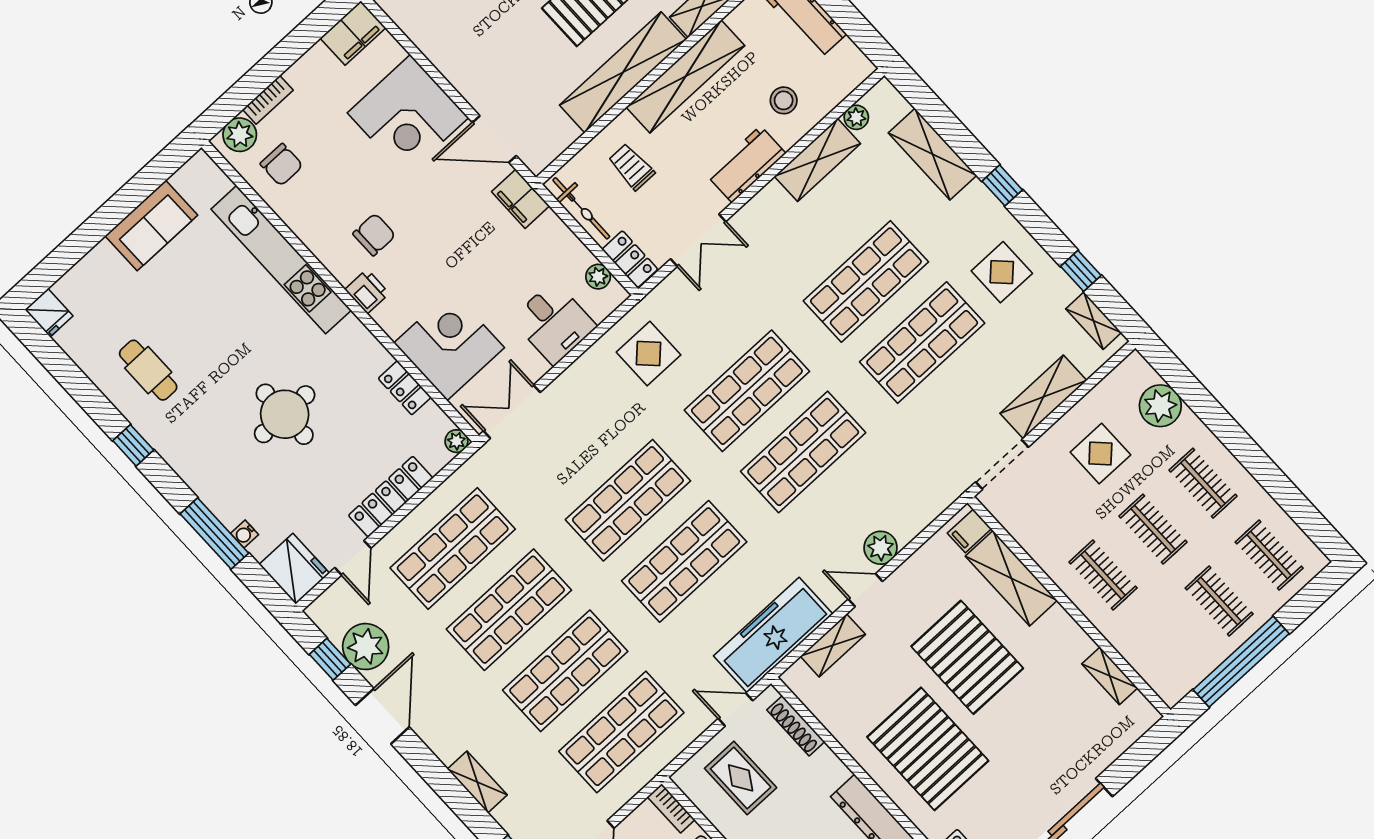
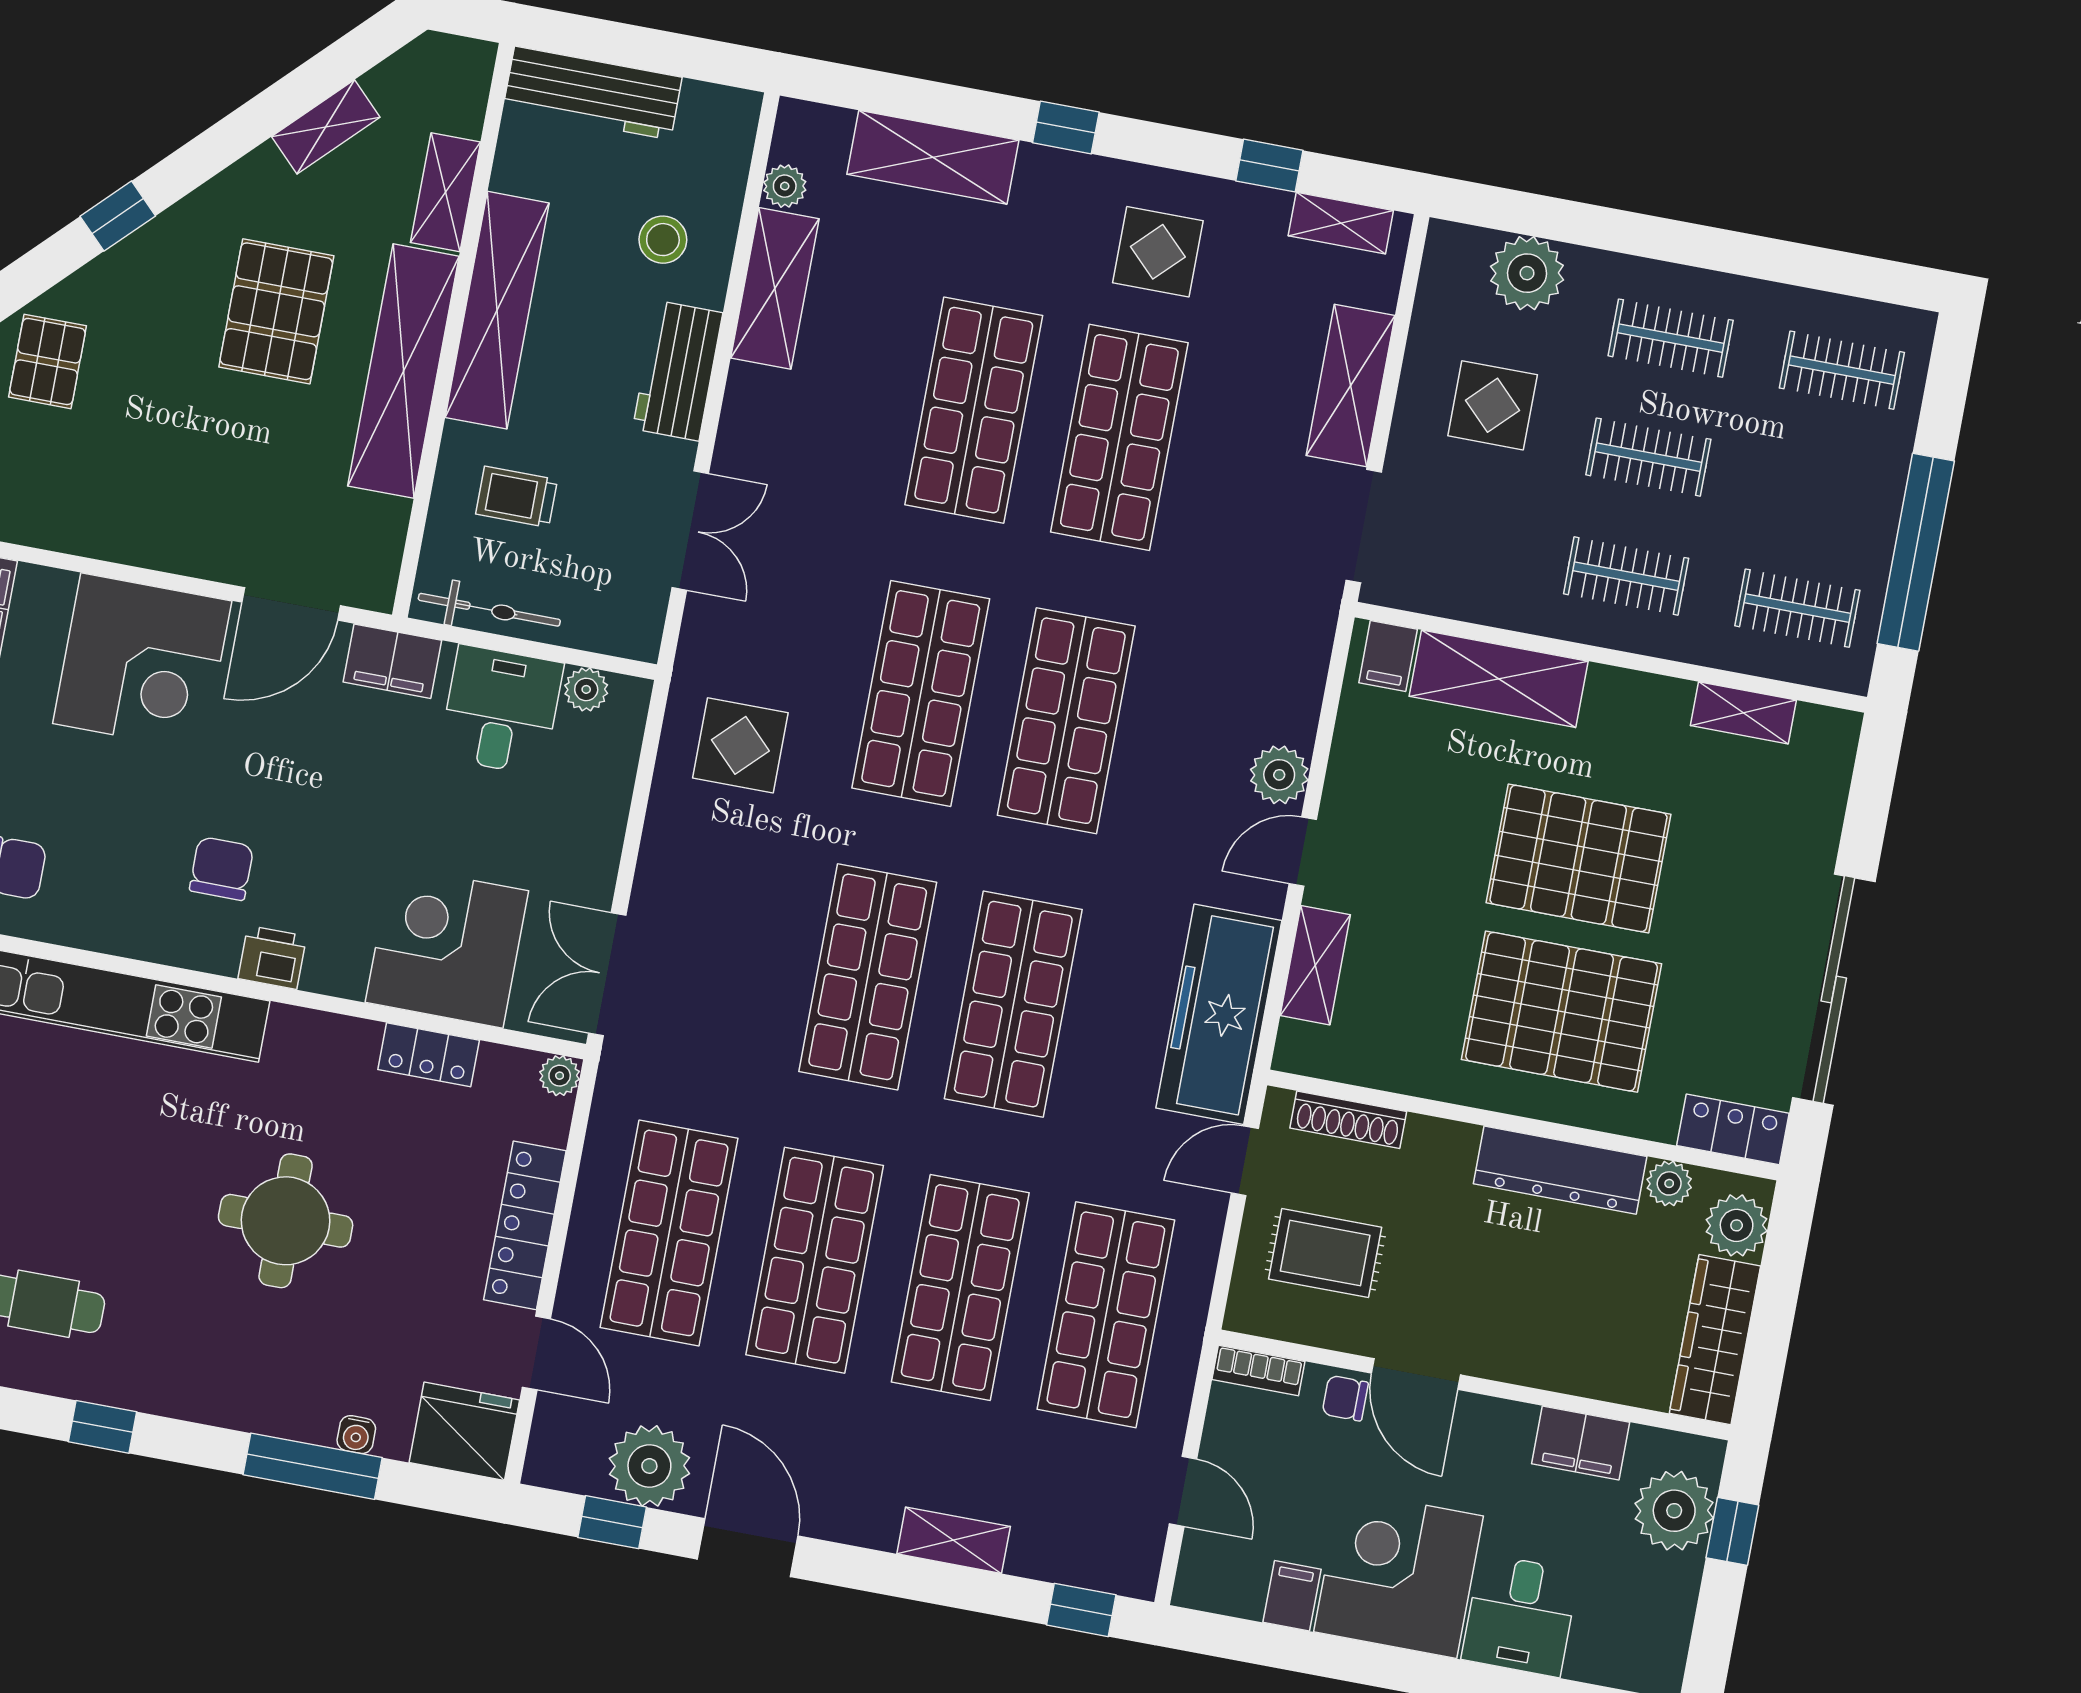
locker: (630, 259) -> (613, 631), removed
desk: (554, 323) -> (501, 710), moved, turned -90
clothes rail: (1219, 601) -> (1797, 608), moved
pallet: (967, 657) -> (1578, 858), moved

